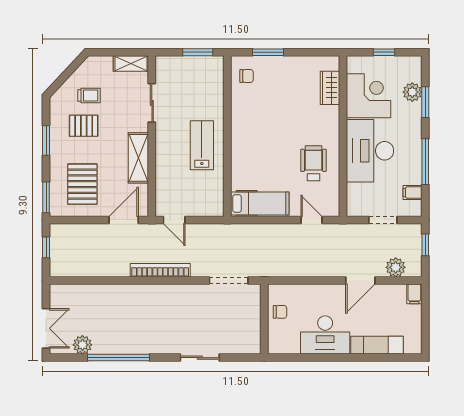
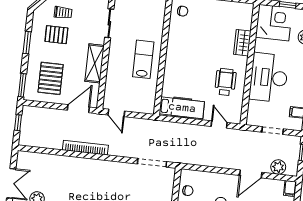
wardrobe: (330, 88) -> (242, 43), moved
corner desk: (369, 96) -> (274, 23), moved
bookcase: (160, 270) -> (85, 148), moved

